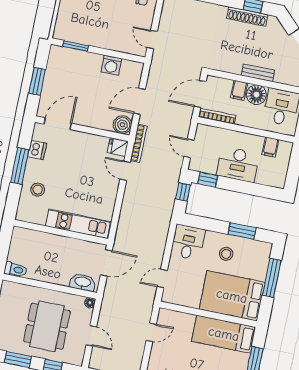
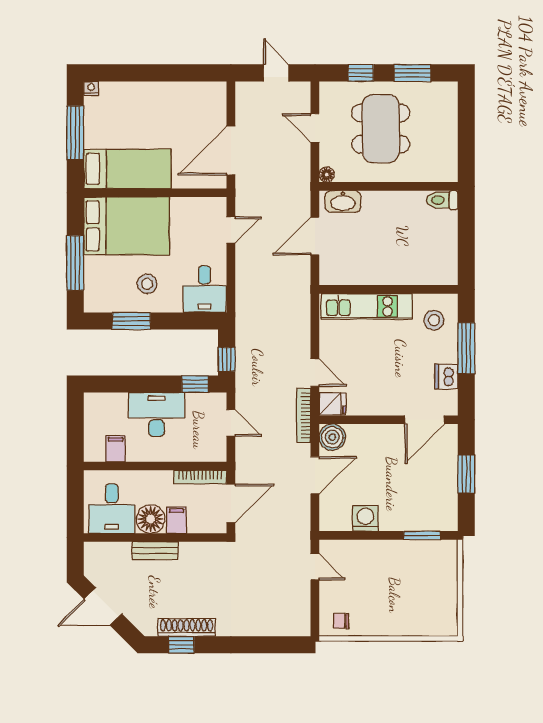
kitchen unit: (78, 224) -> (367, 306), moved
wall: (61, 232) -> (389, 289), moved
door: (151, 332) -> (231, 151), width x1.87

